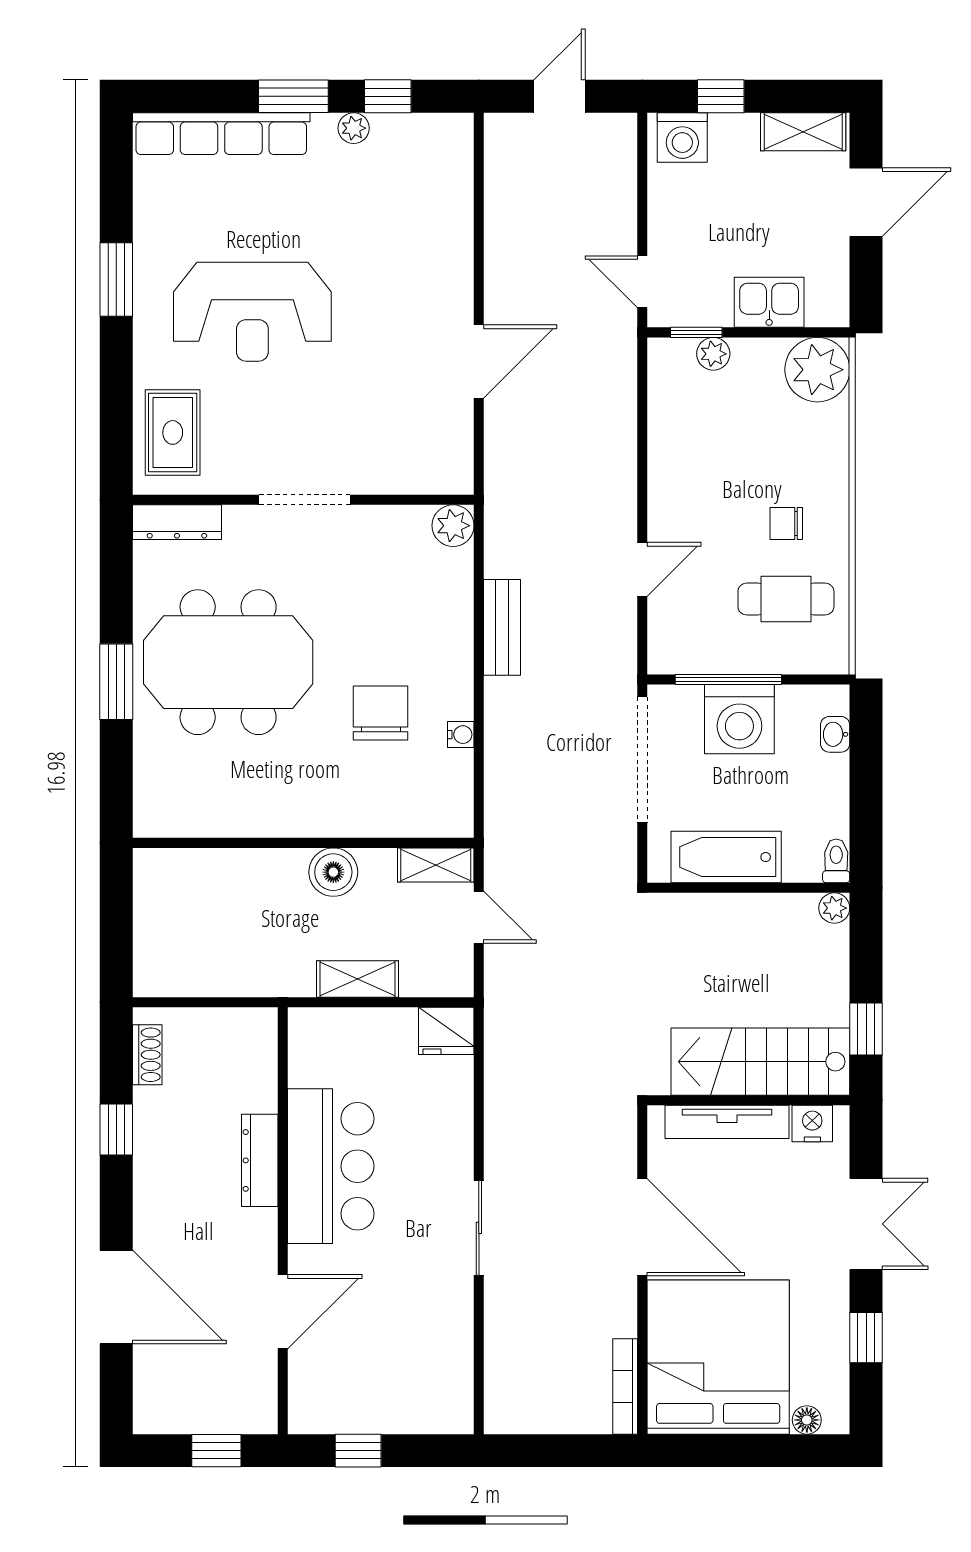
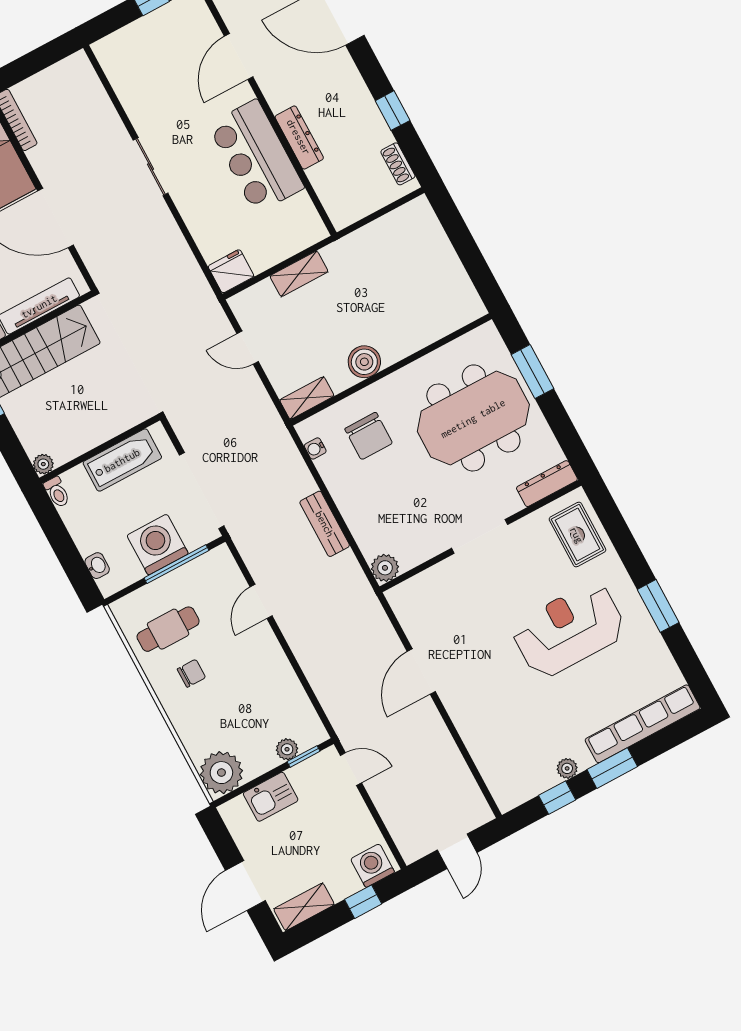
wall: (303, 843) -> (391, 369), moved
shelving: (436, 865) -> (307, 398), moved
boiler: (333, 872) -> (364, 362), moved

